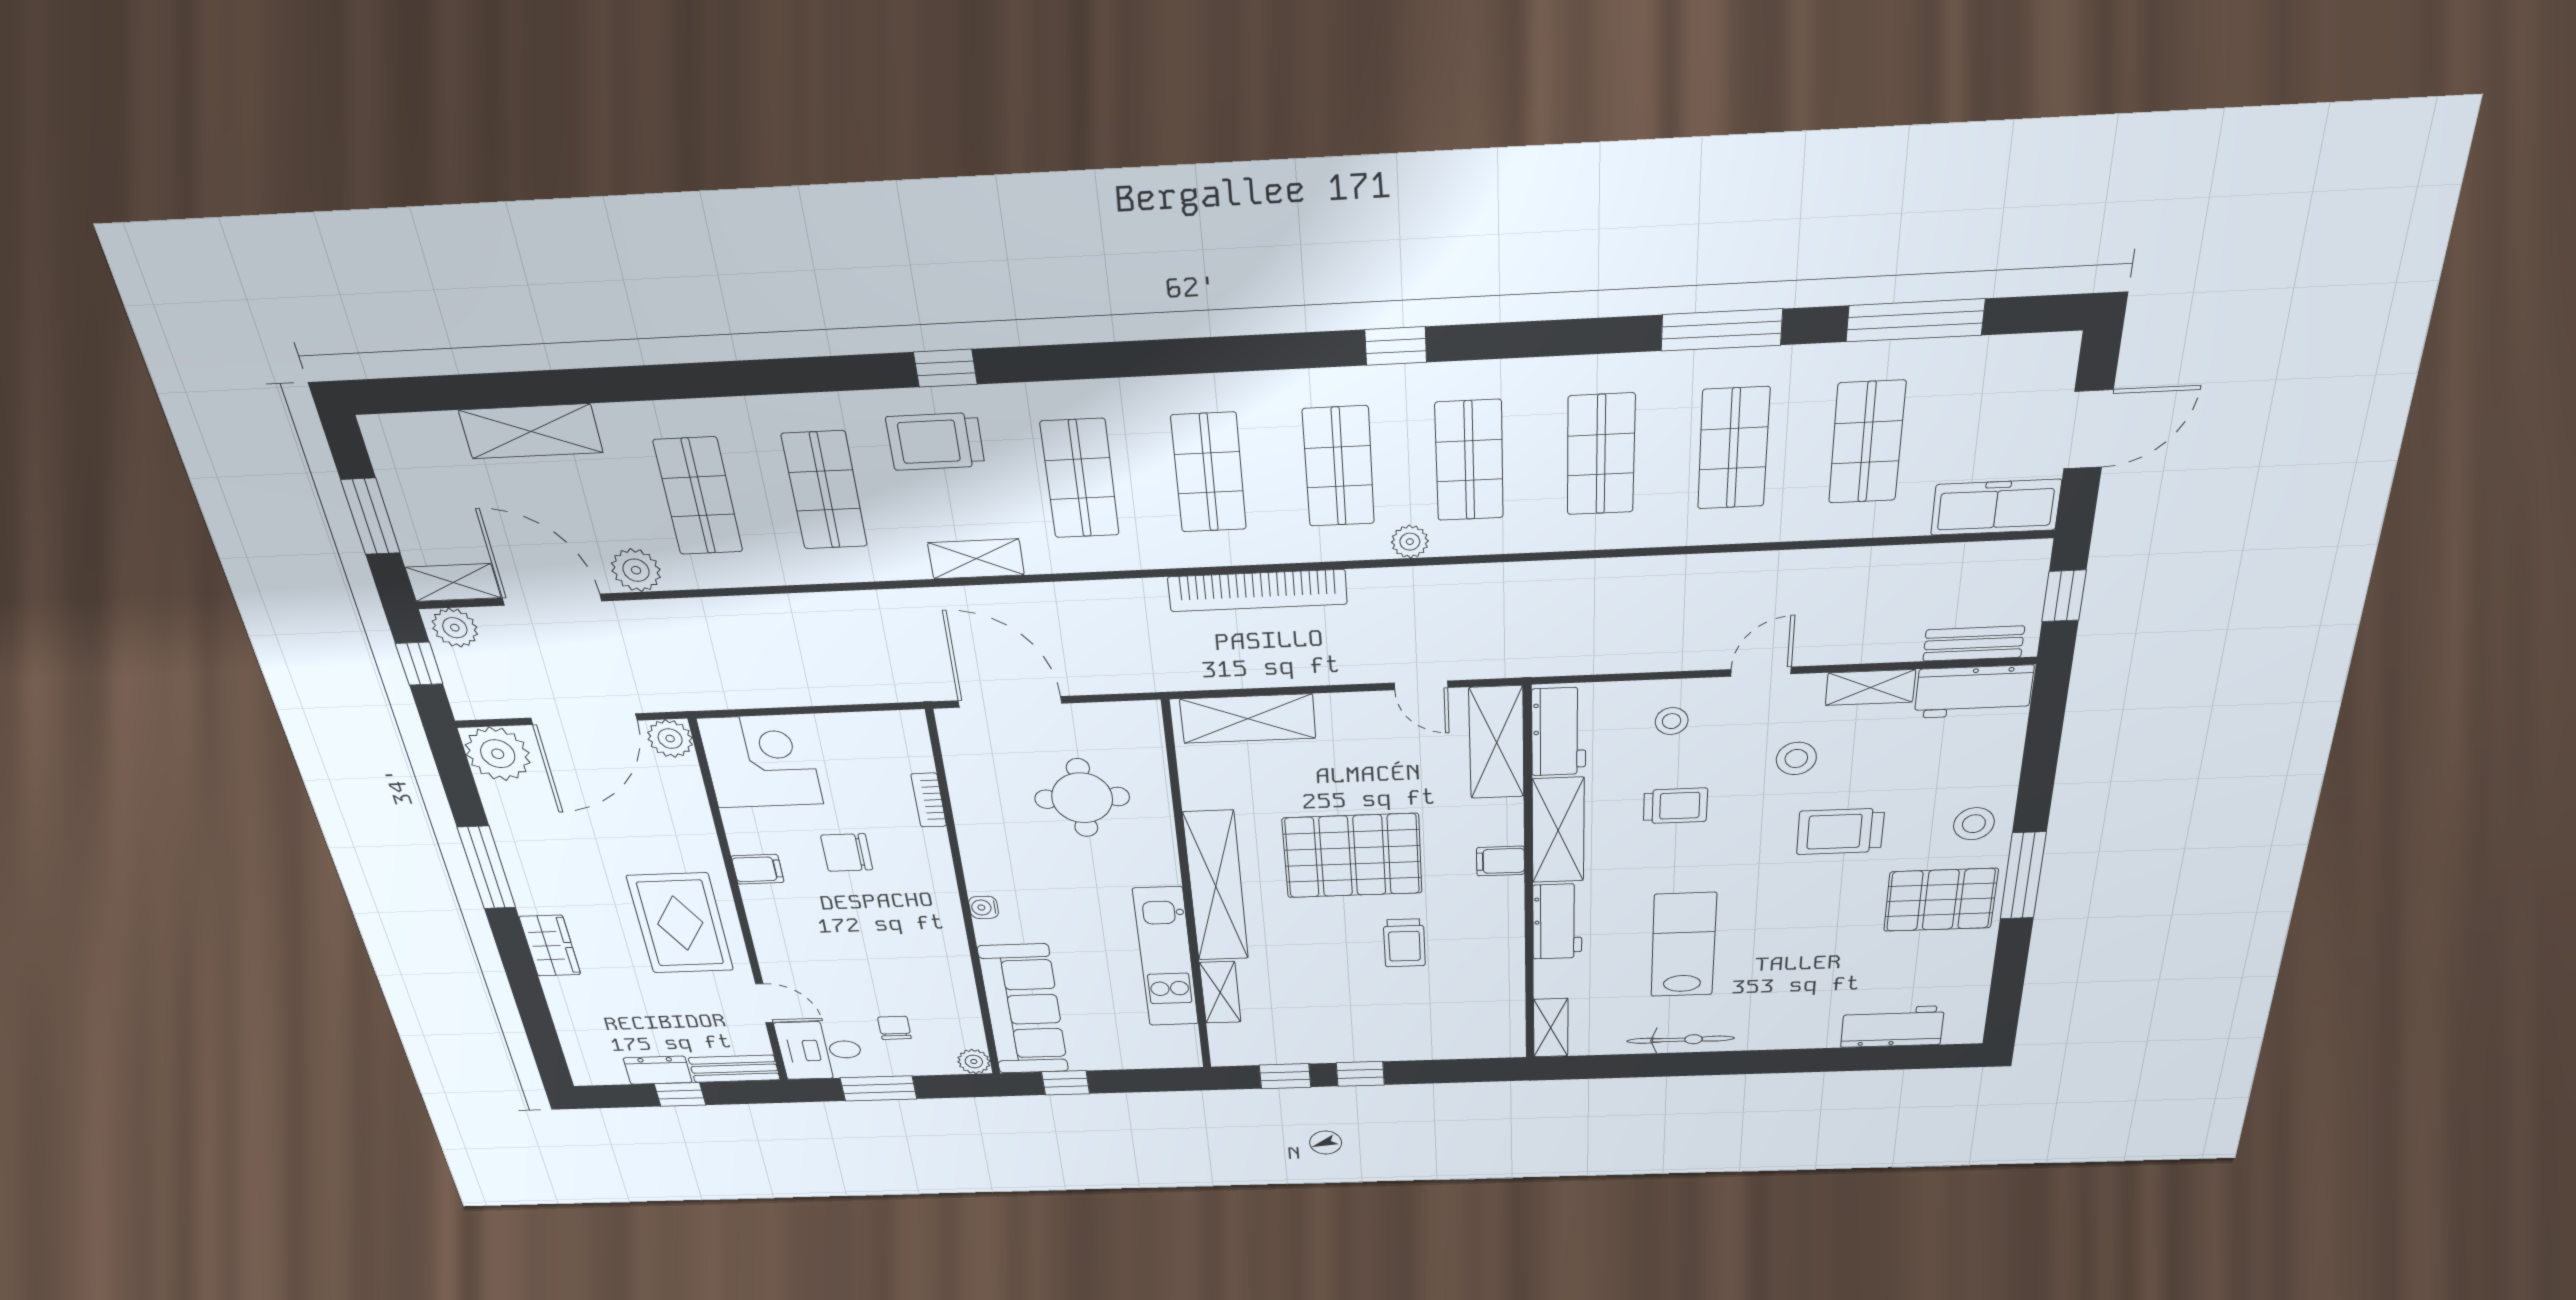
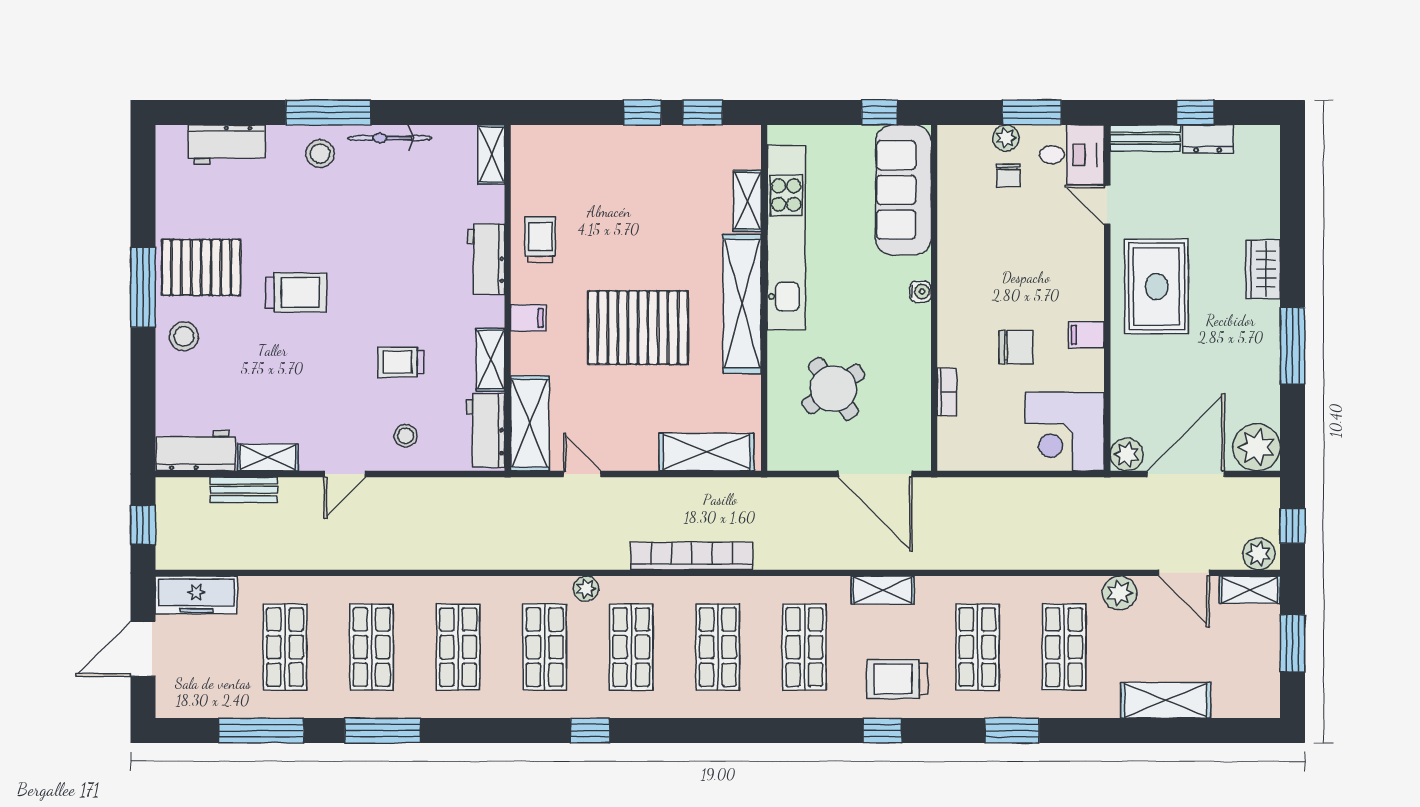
window: (749, 378) -> (1012, 731), added
trolley: (935, 442) -> (897, 679), turned 180
door: (552, 600) -> (1184, 573), width x0.73
bench: (1974, 644) -> (244, 490), moved
stool: (1796, 758) -> (320, 154), moved
round table: (1082, 798) -> (833, 389), turned -35
shelving: (1558, 830) -> (490, 360), width x0.67, depth x0.75
trolley: (1840, 831) -> (296, 293), moved
trolley: (1404, 943) -> (540, 240), moved
lab bench: (1684, 945) -> (391, 233), removed
kitchen unit: (1166, 957) -> (786, 238), width x1.36
plant: (974, 1061) -> (1006, 138), moved
window: (1758, 1062) -> (328, 112), added

